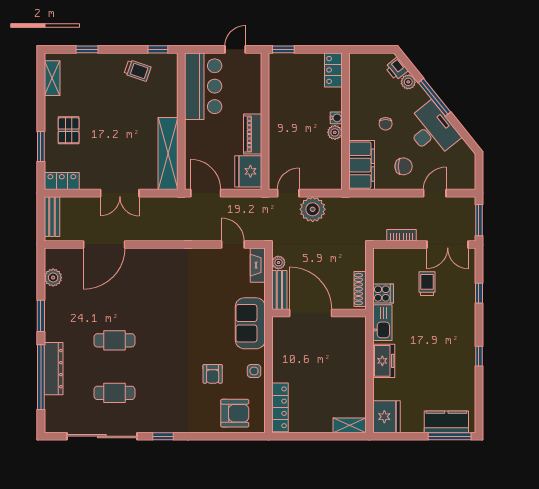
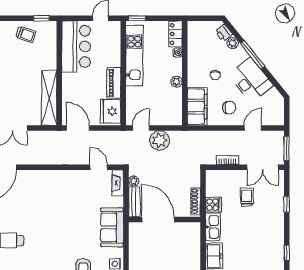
kitchen unit: (280, 98) -> (134, 56), added
water cooler: (336, 118) -> (178, 53), moved

